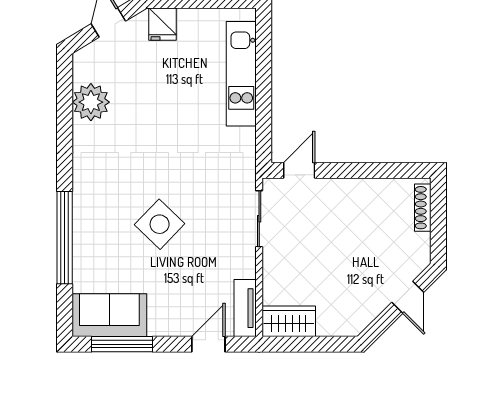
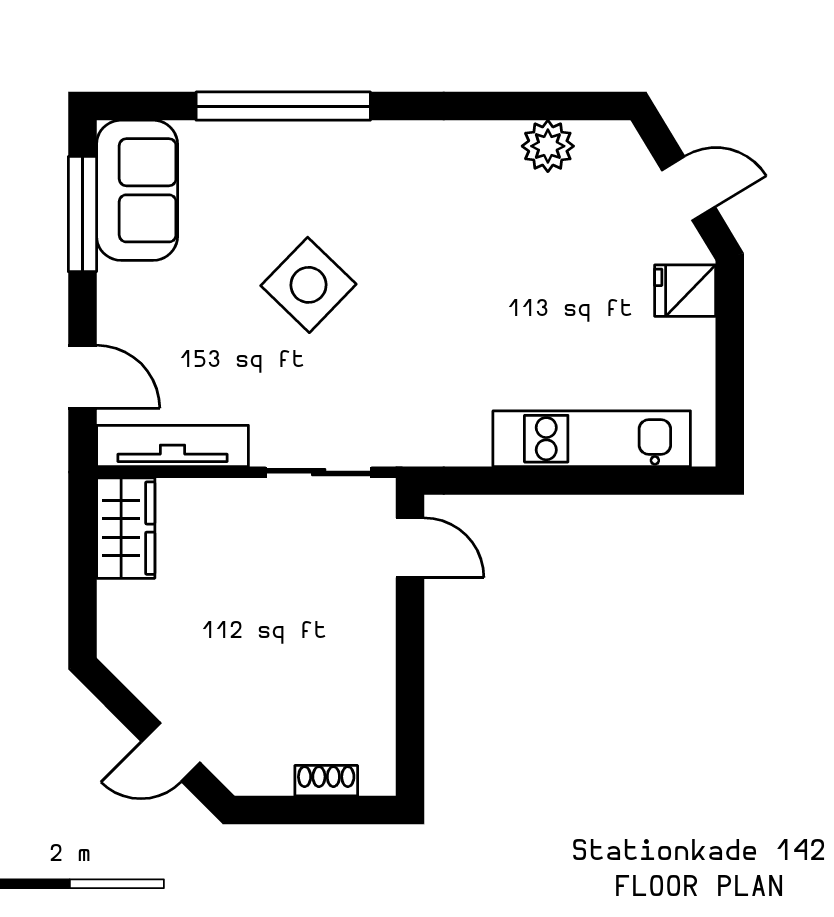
plant: (91, 102) -> (548, 146), width x0.73, depth x0.73
shoe rack: (423, 208) -> (326, 781), width x0.70
tv unit: (245, 308) -> (172, 446), width x1.41

